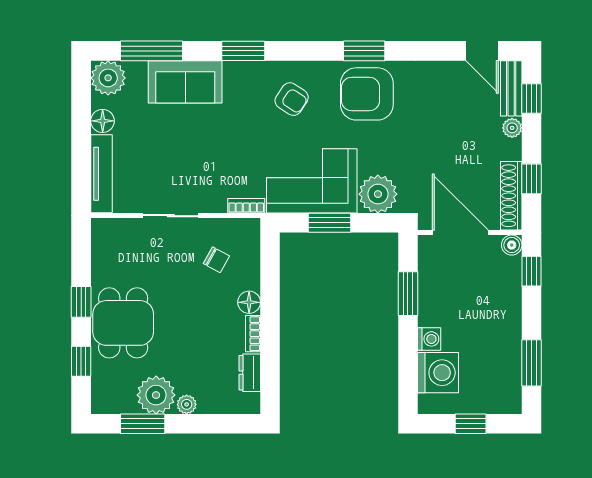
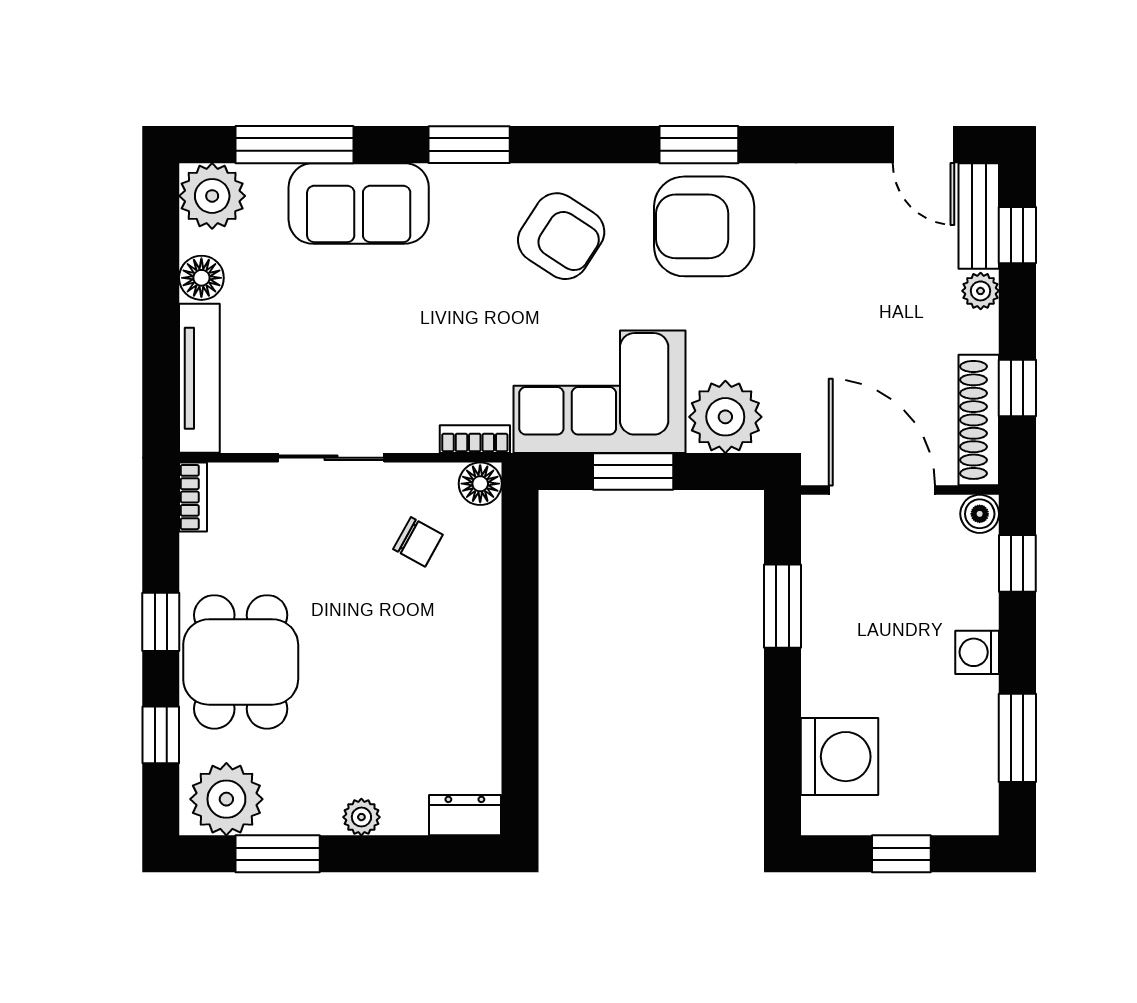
armchair: (292, 99) -> (561, 236), width x1.38, depth x1.38
floor lamp: (249, 302) -> (480, 484), moved
bookcase: (253, 334) -> (193, 497), moved, turned 180
washing machine: (429, 339) -> (977, 652), moved, turned 180
dresser: (250, 373) -> (465, 815), moved, turned 90
plant: (156, 395) -> (226, 799), moved

